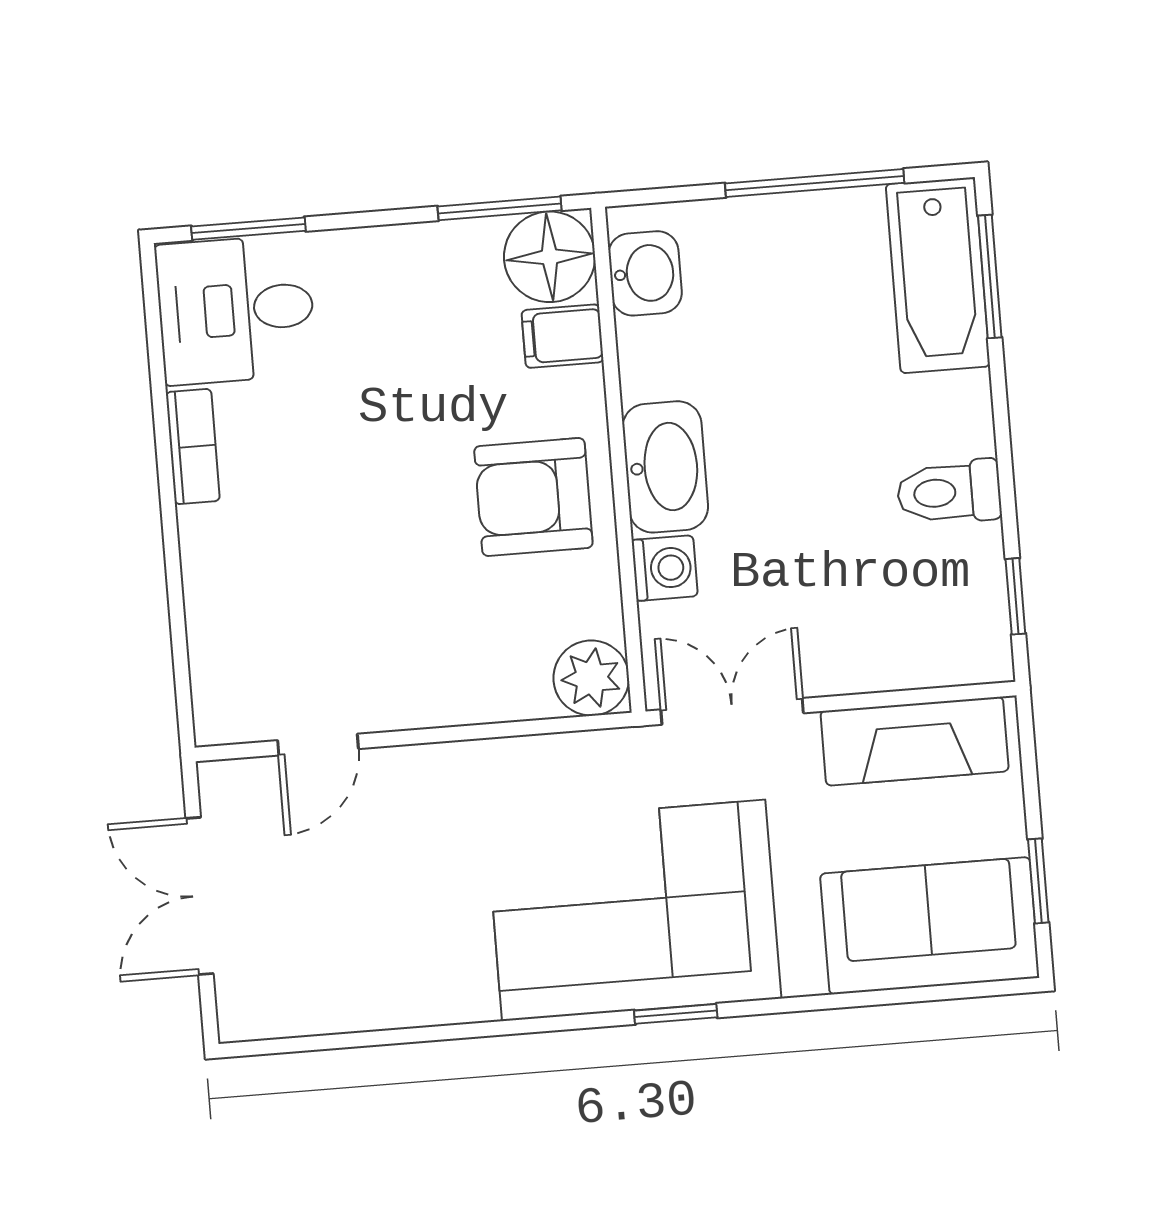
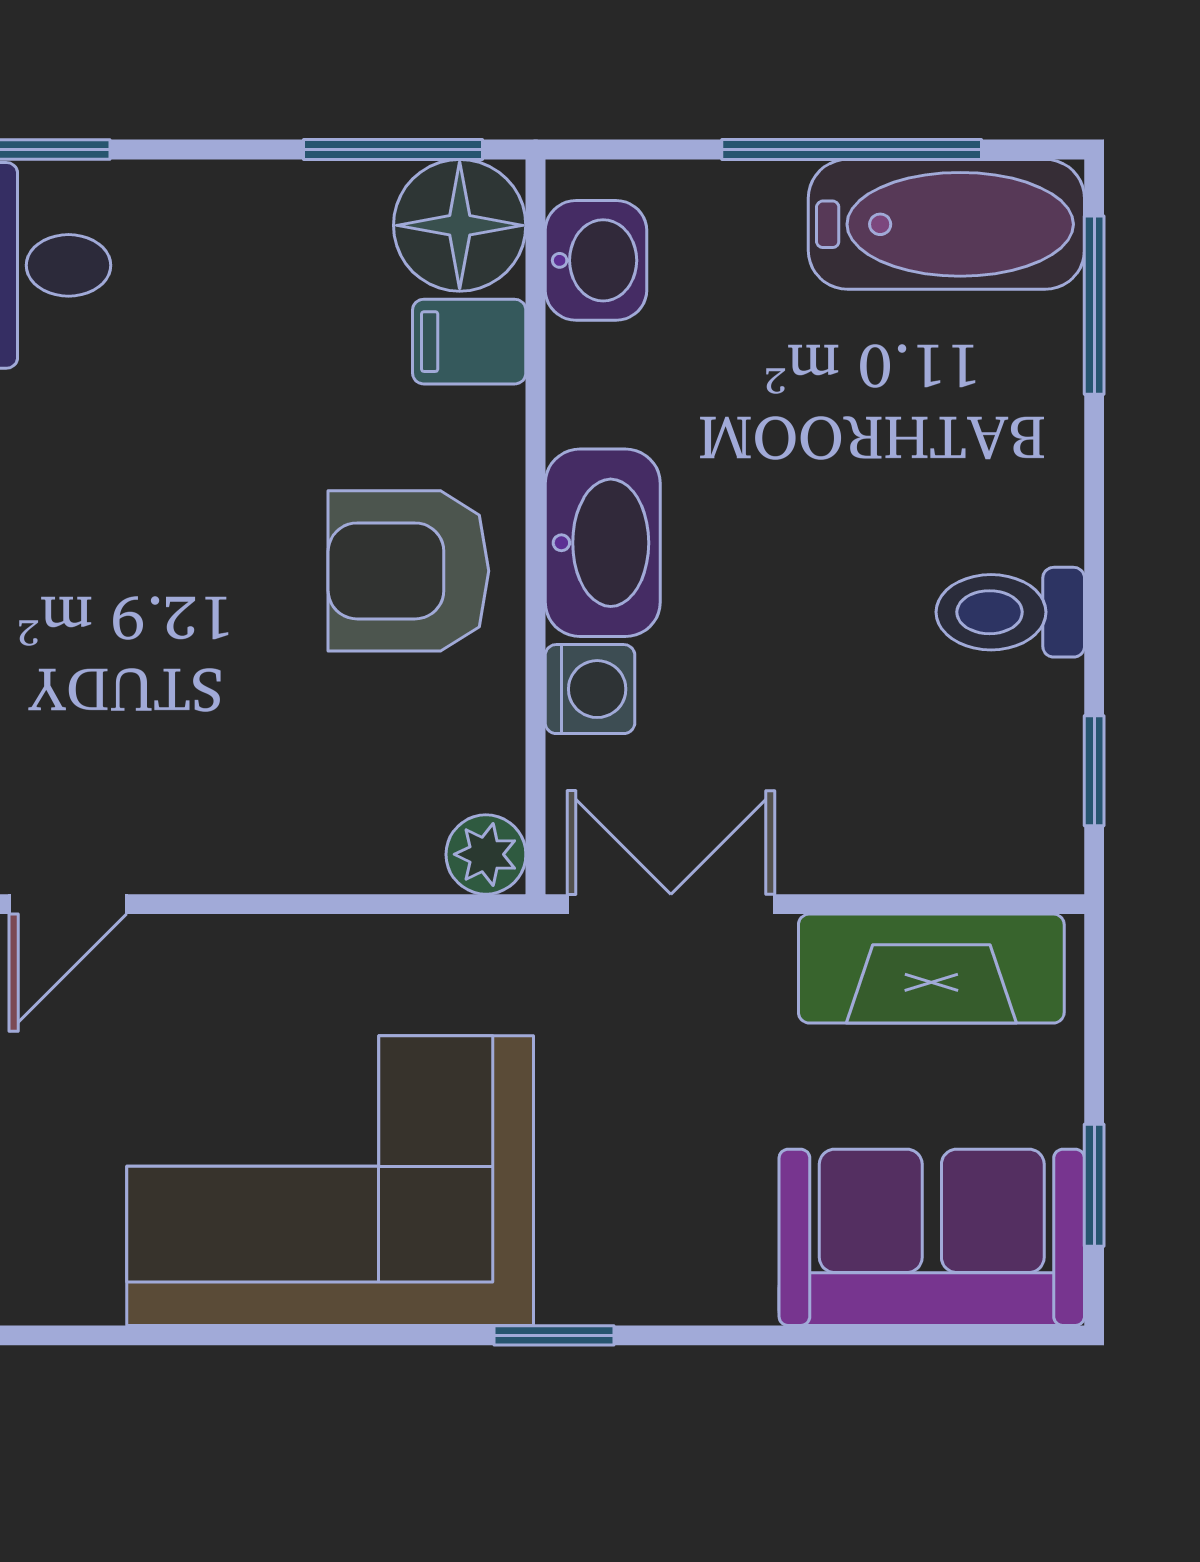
bathtub: (938, 275) -> (946, 224), moved, turned -90
plant: (591, 678) -> (486, 854), width x0.73, depth x0.73
corner sofa: (634, 910) -> (330, 1181), moved

